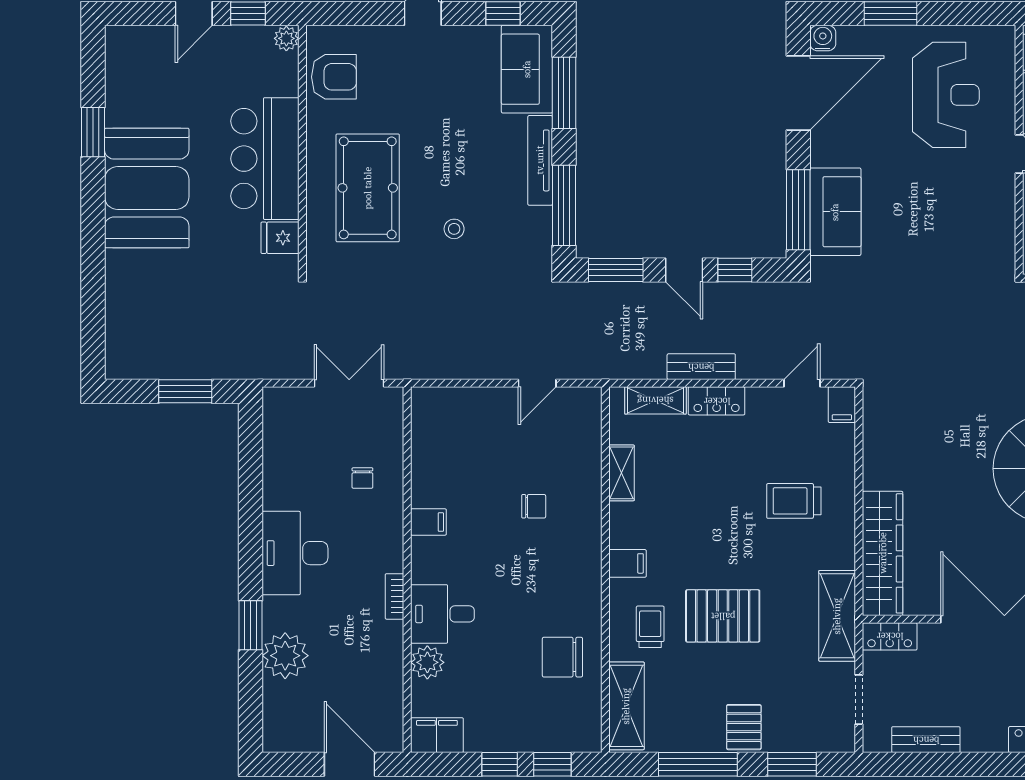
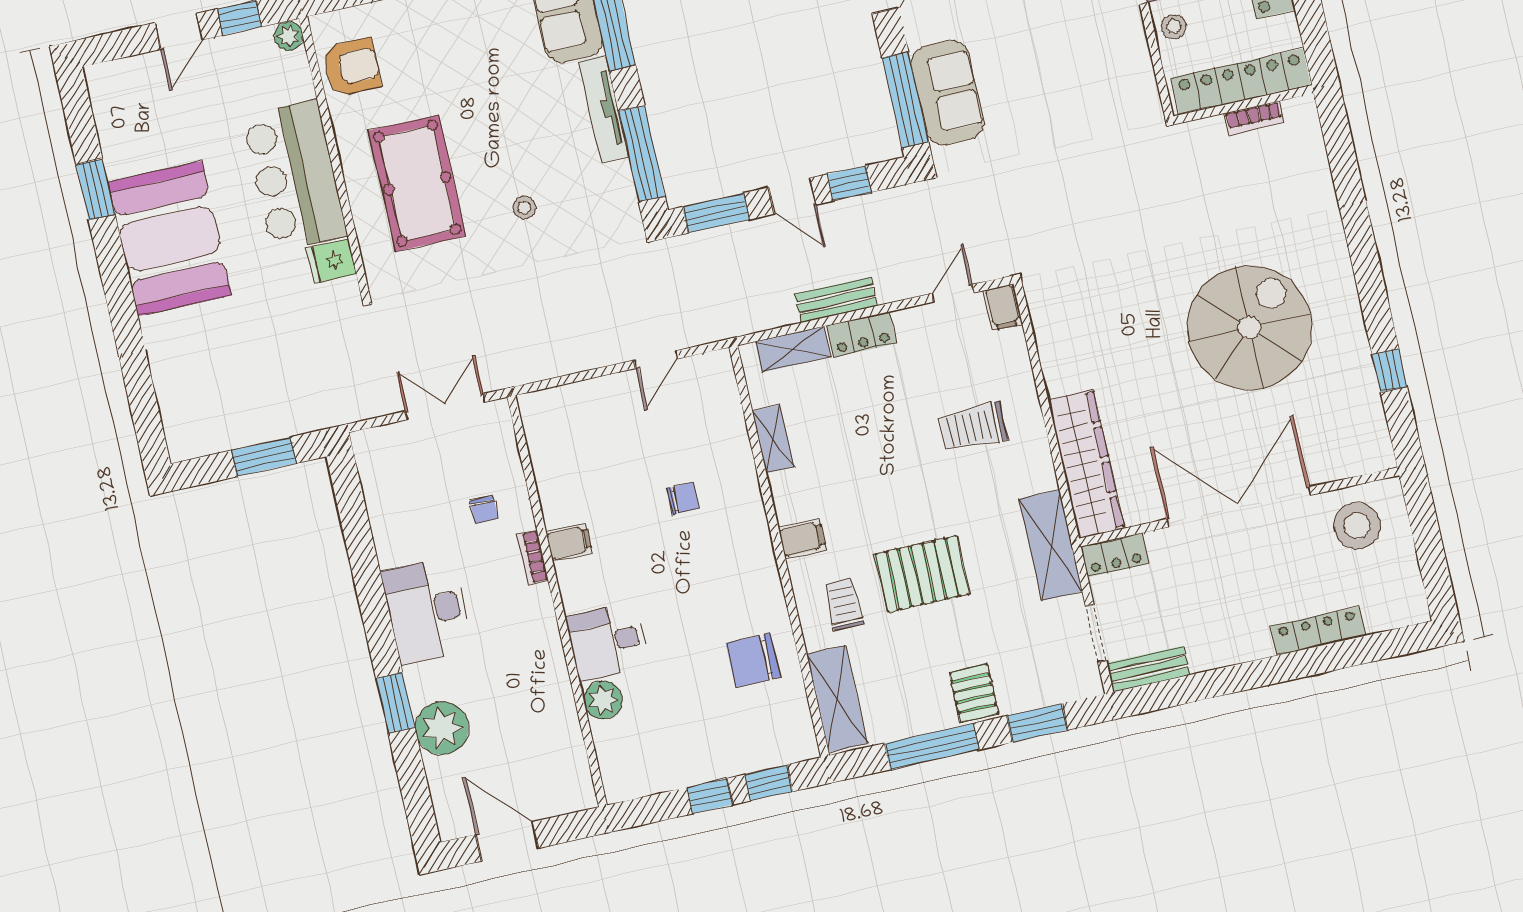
bookcase: (395, 596) -> (532, 557), moved
filing cabinet: (437, 735) -> (632, 779), removed
bench: (926, 740) -> (1148, 669), moved
door: (349, 764) -> (507, 841), moved

